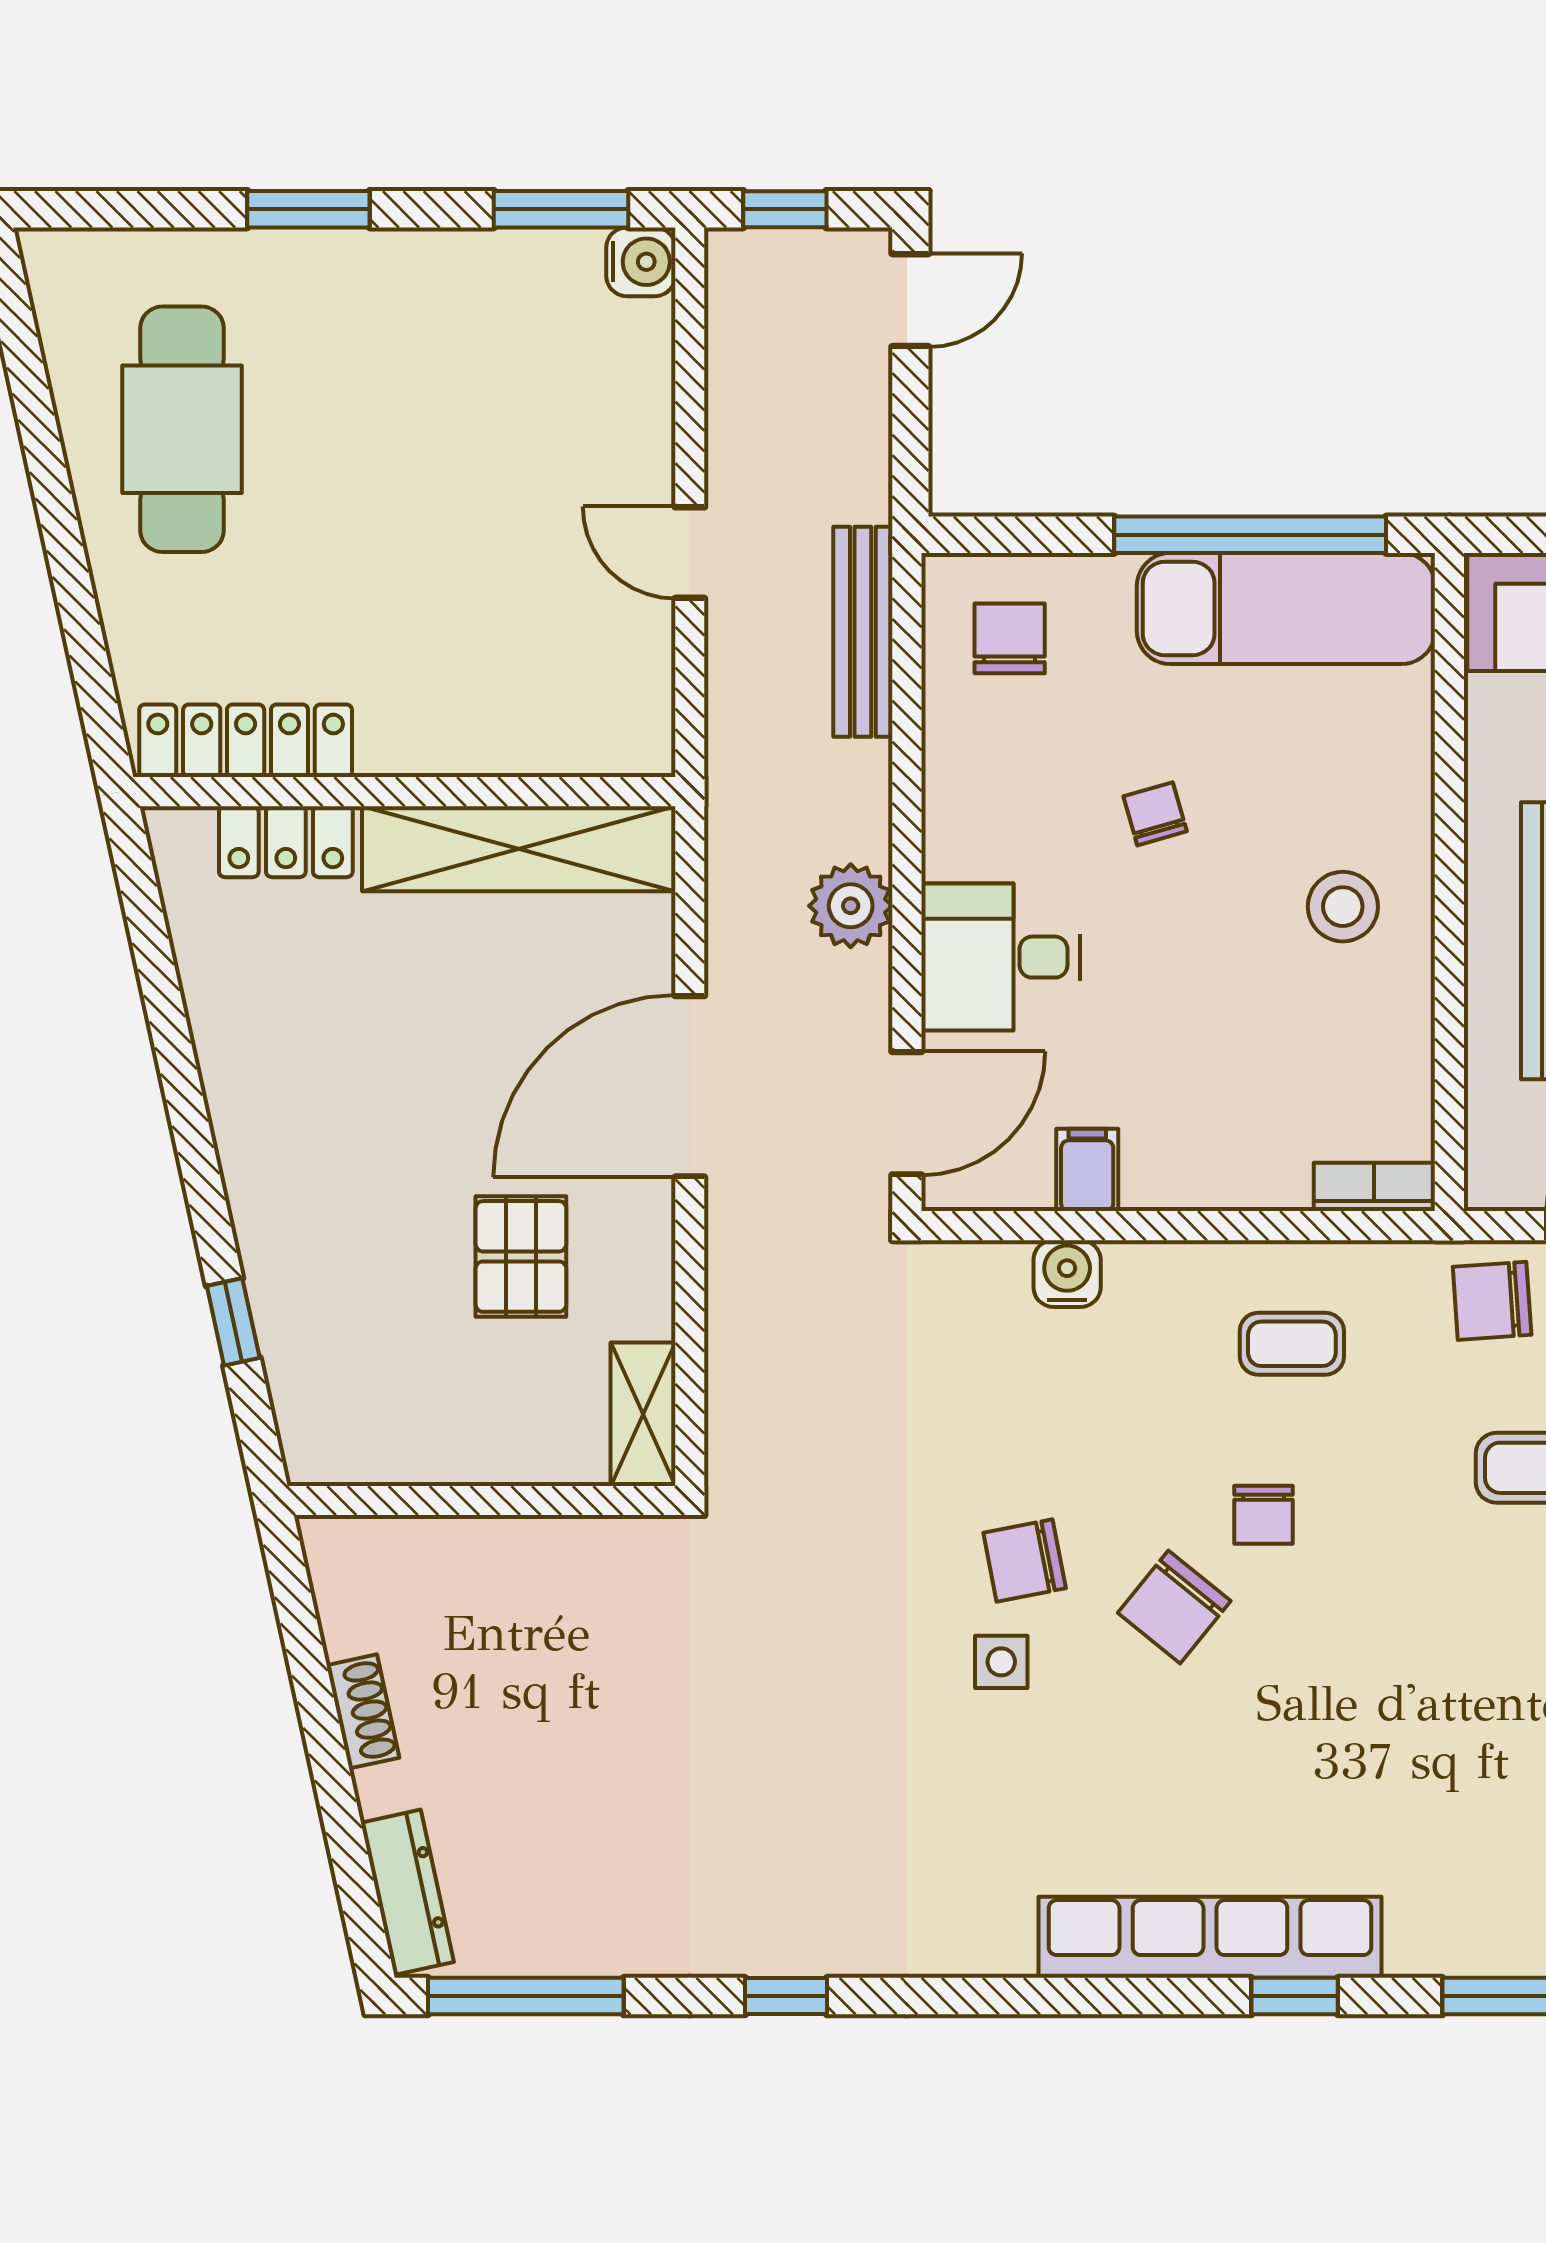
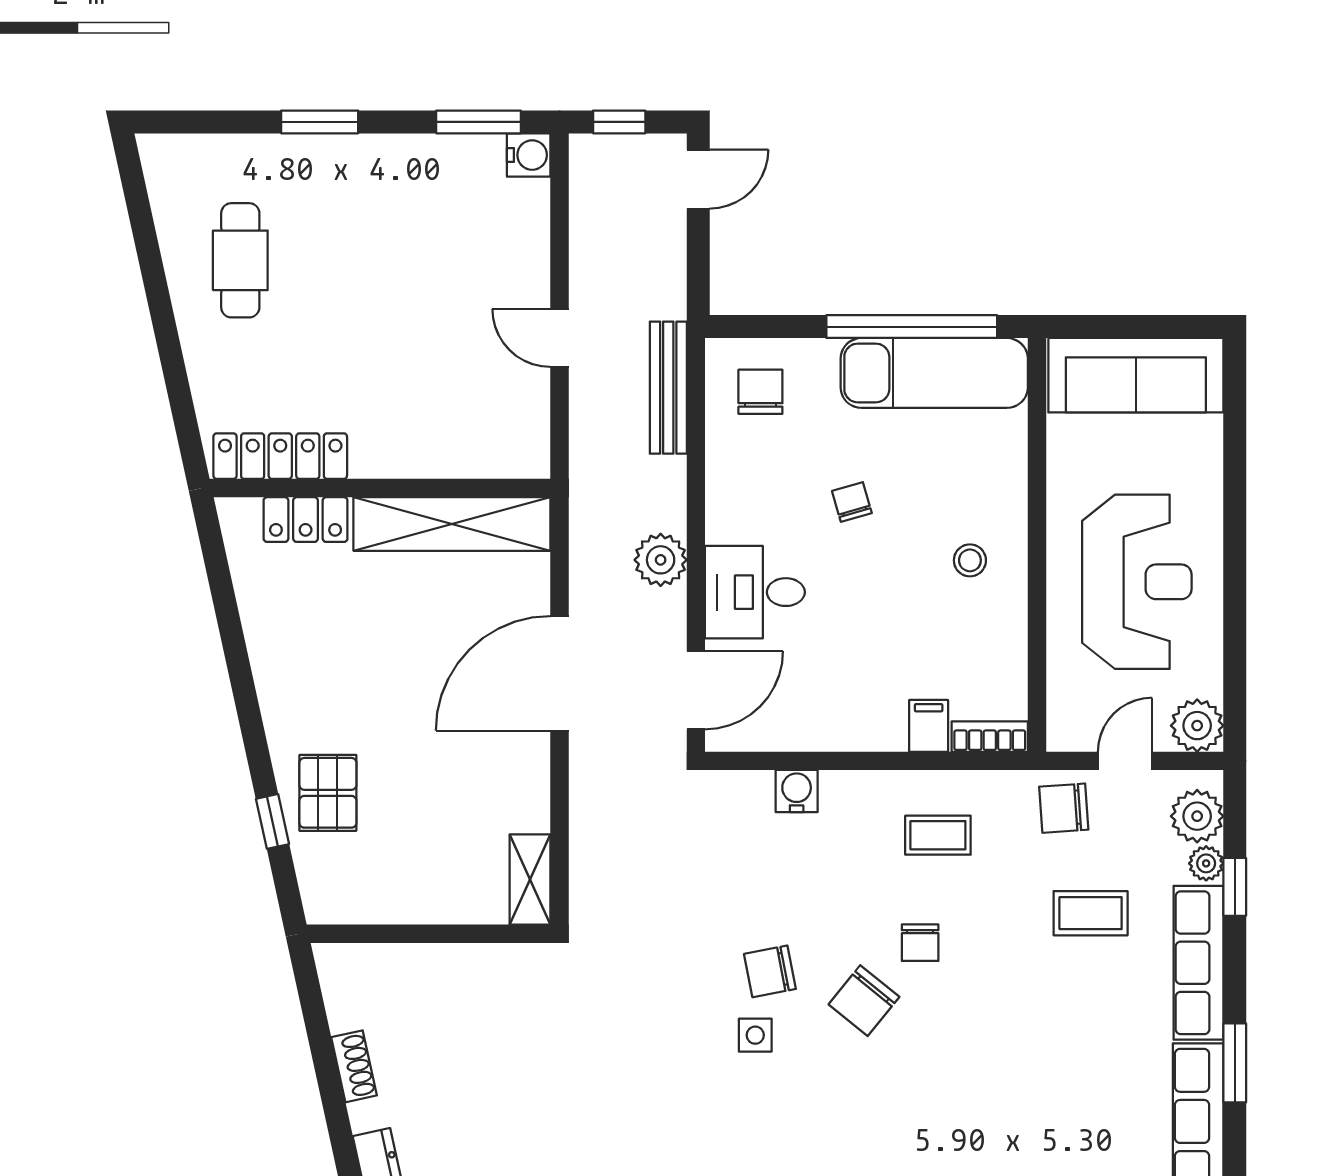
cafe table: (182, 429) -> (240, 260), width x0.73, depth x0.74
stool: (1343, 907) -> (970, 560), width x0.73, depth x0.73
filing cabinet: (1087, 1170) -> (929, 726), moved
pallet: (521, 1256) -> (328, 793), moved

